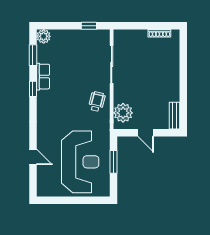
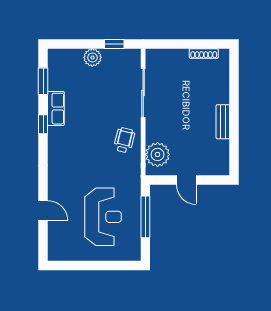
plant: (44, 36) -> (92, 57), moved
bench: (174, 116) -> (223, 122), moved
reception desk: (80, 162) -> (103, 217), width x0.74, depth x0.77
window: (113, 162) -> (145, 217), width x1.44

